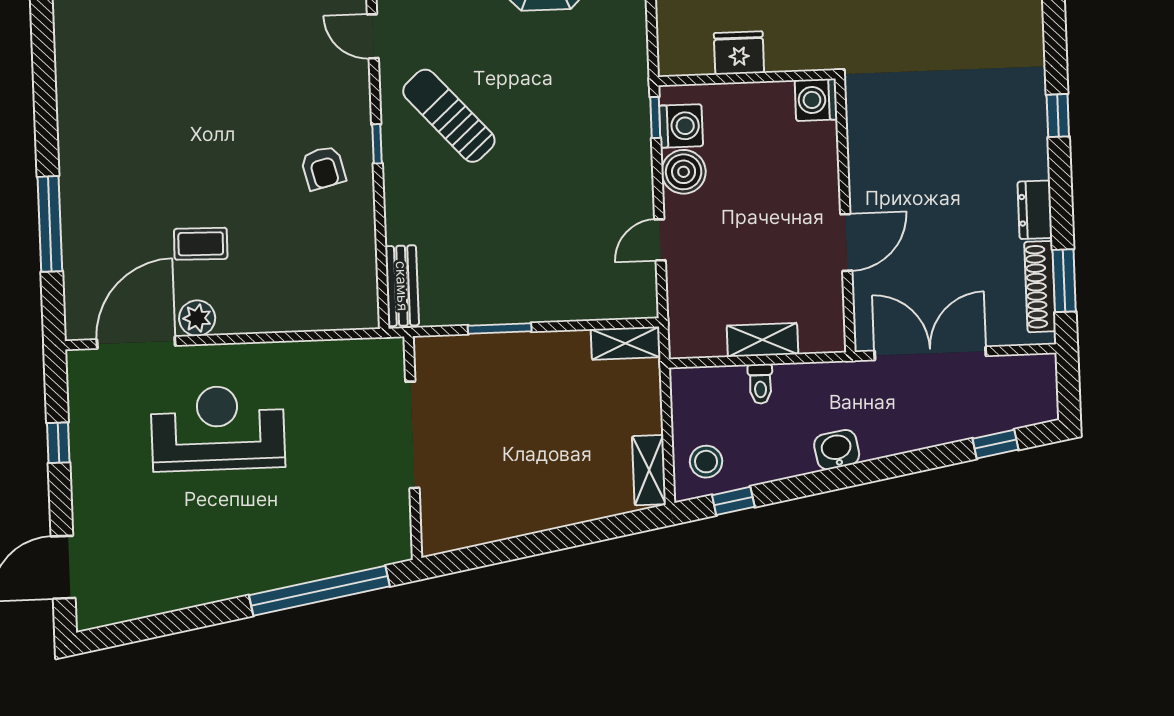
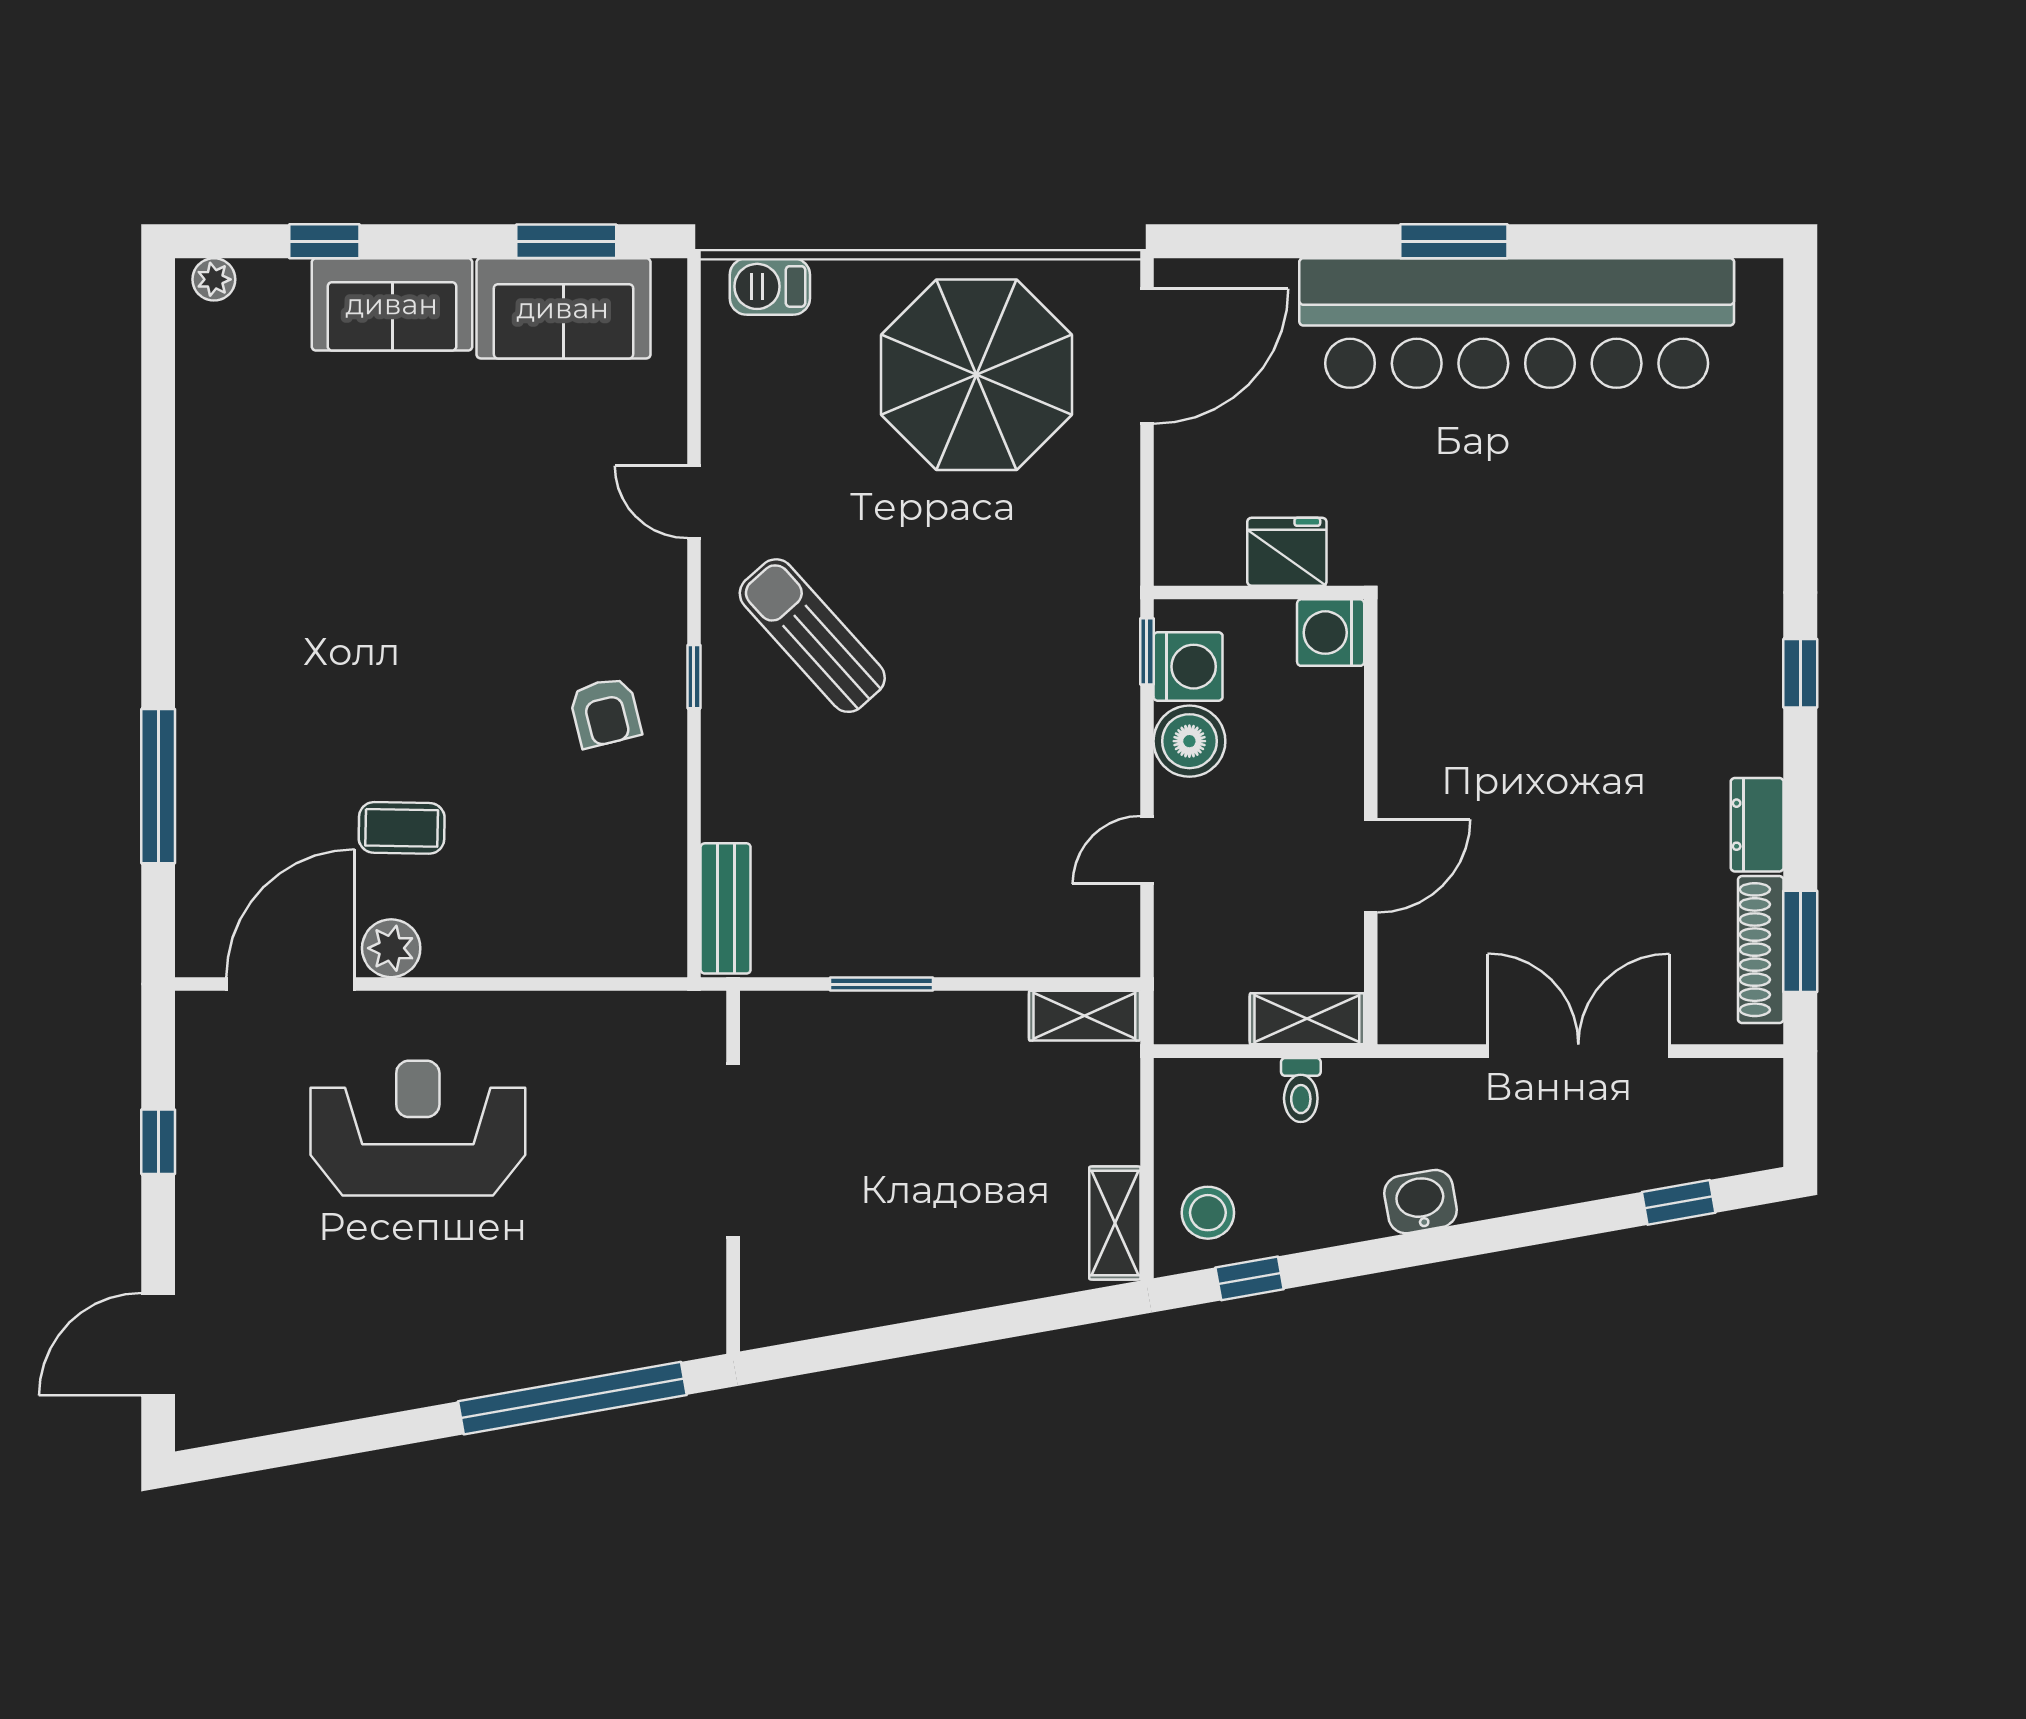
washing machine: (816, 100) -> (1331, 633), moved
wall: (845, 215) -> (1371, 822), moved
door: (846, 242) -> (1371, 866), moved

